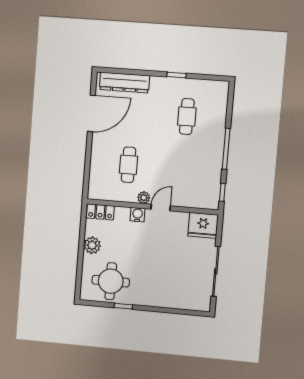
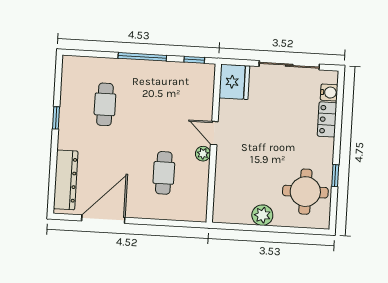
door: (91, 113) -> (103, 219), hinge flipped
cafe table: (187, 117) -> (105, 104), turned 90
cafe table: (129, 165) -> (164, 173), turned 90
locker: (100, 212) -> (327, 119), moved, turned 180
water cooler: (137, 215) -> (329, 92), moved, turned 180

